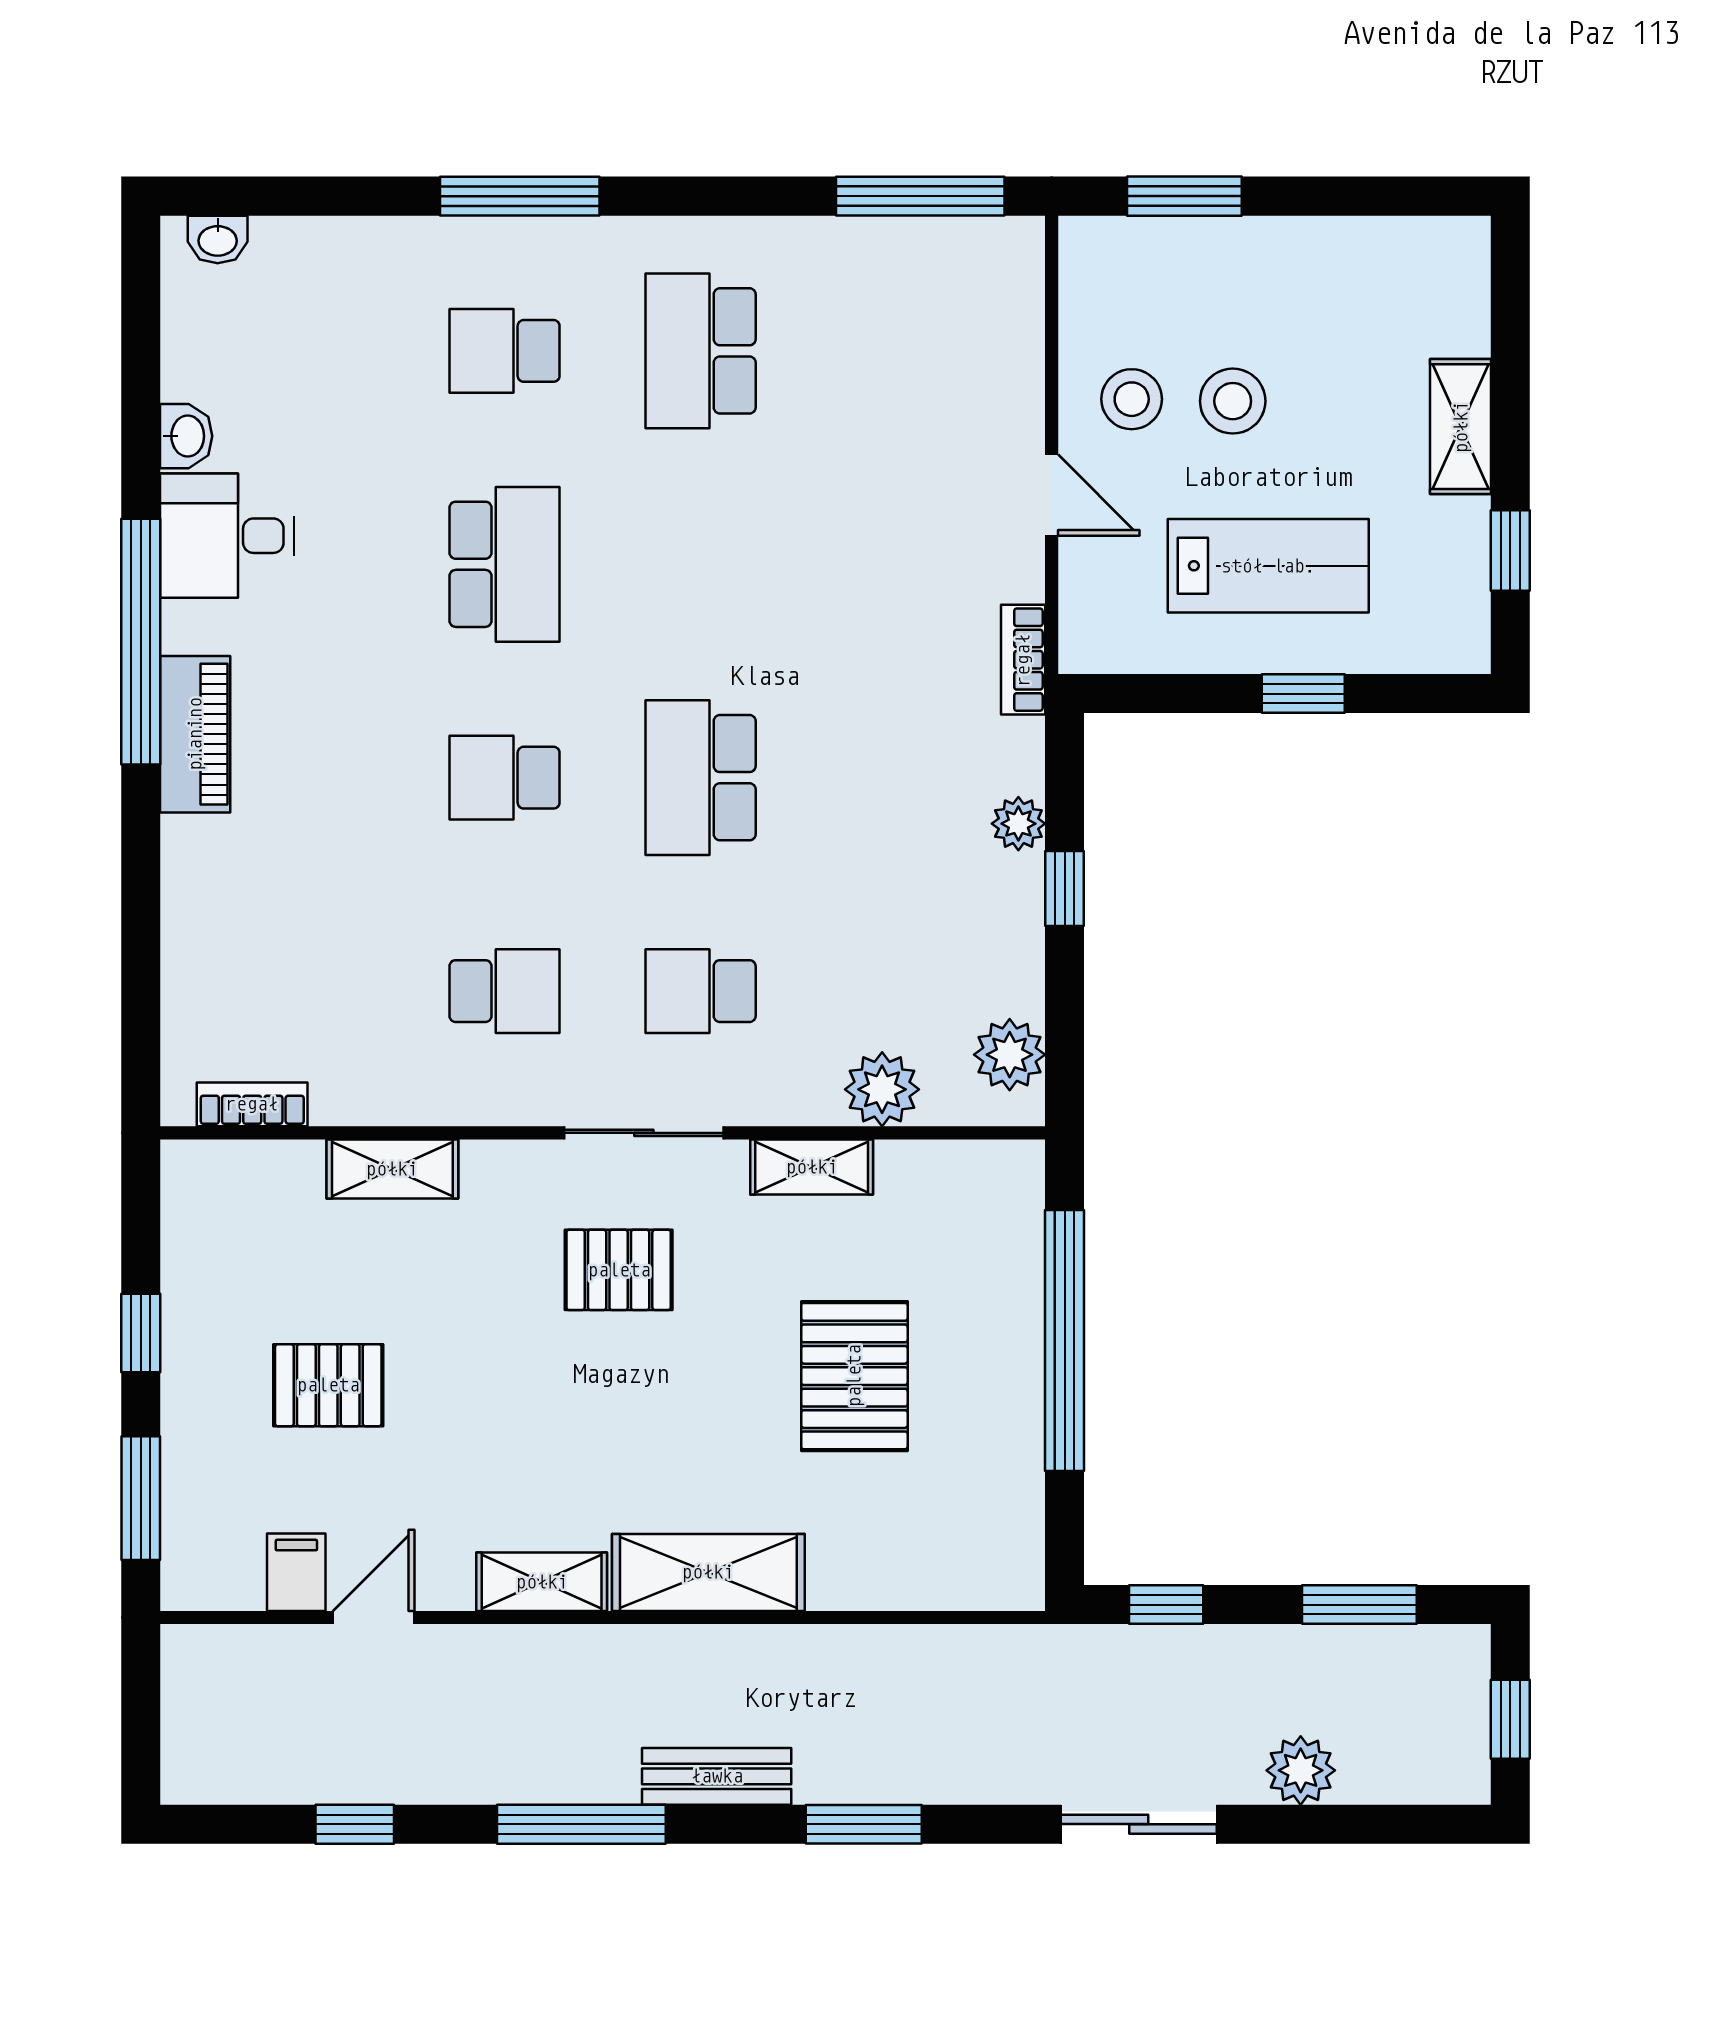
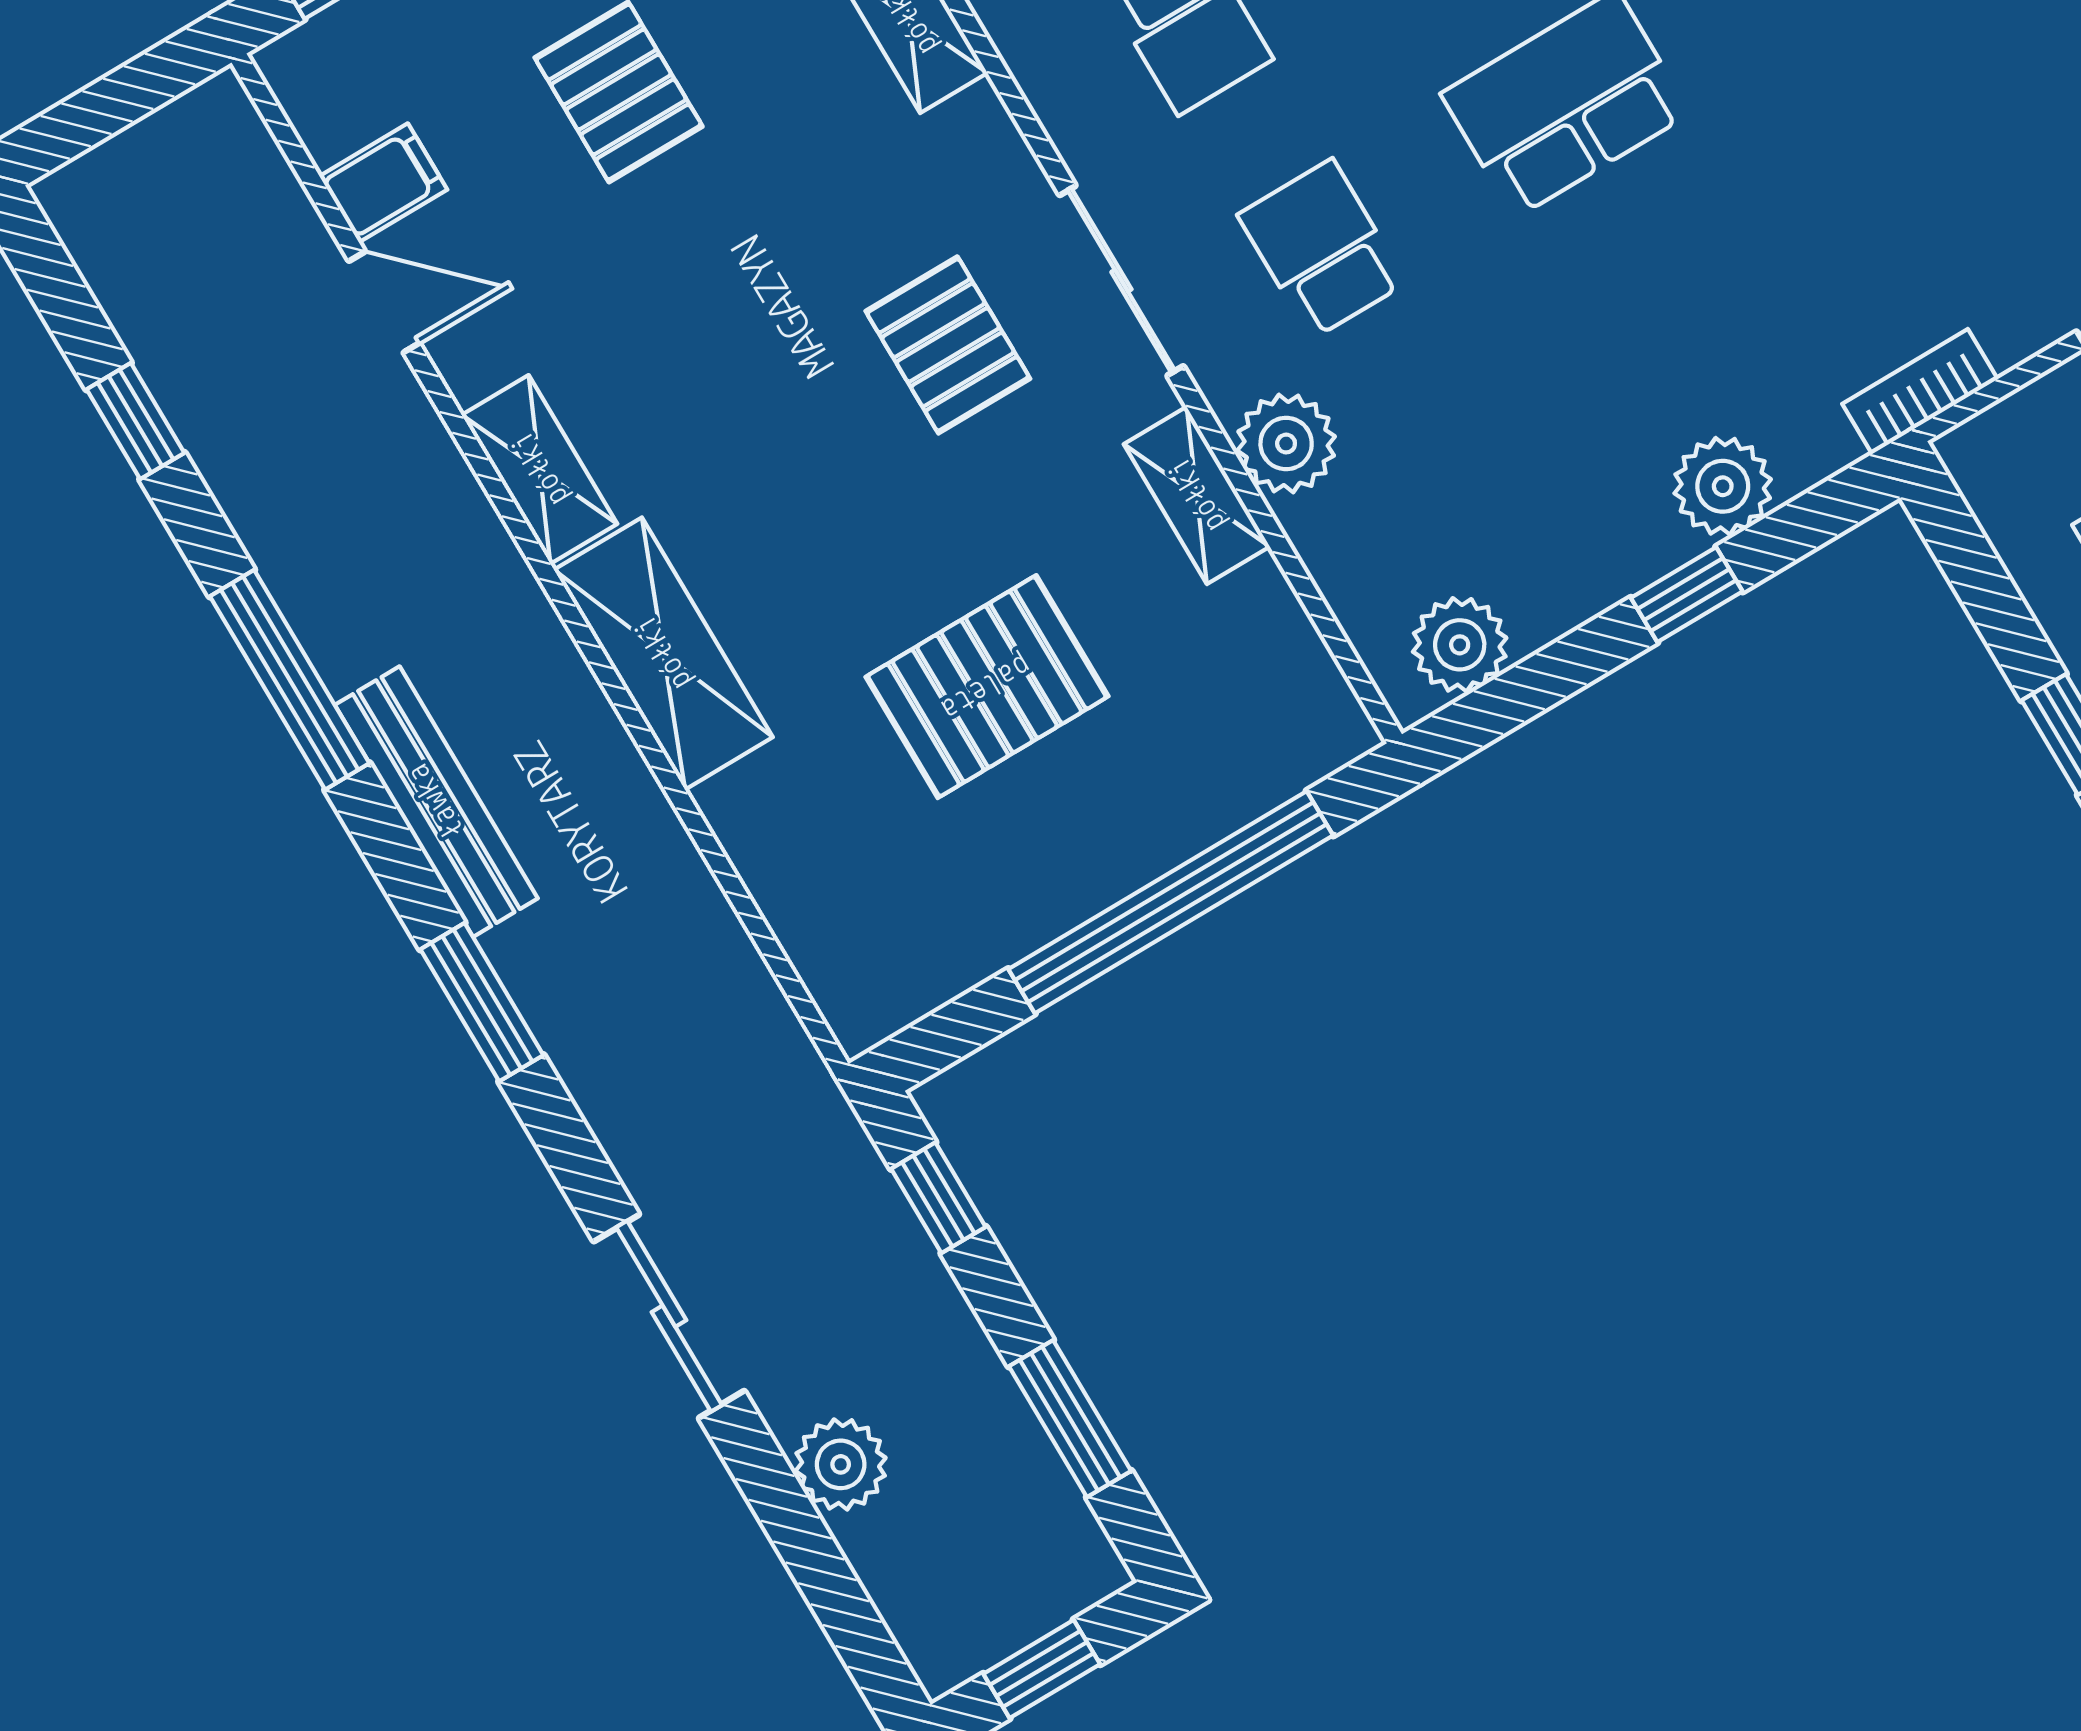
plant: (1018, 824) -> (1723, 486), width x1.38, depth x1.38
plant: (882, 1089) -> (1286, 444), moved
bench: (717, 1776) -> (436, 802), width x1.36

